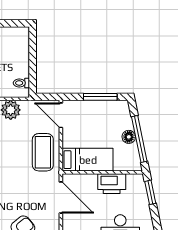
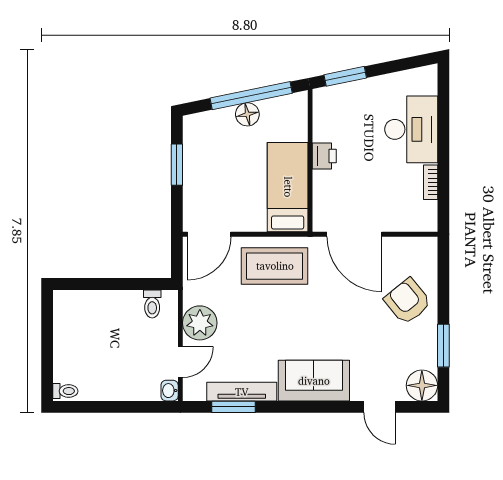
window: (100, 97) -> (177, 165), width x0.69
printer: (112, 184) -> (324, 156), width x0.53, depth x0.68
door: (61, 198) -> (354, 234), swing flipped

